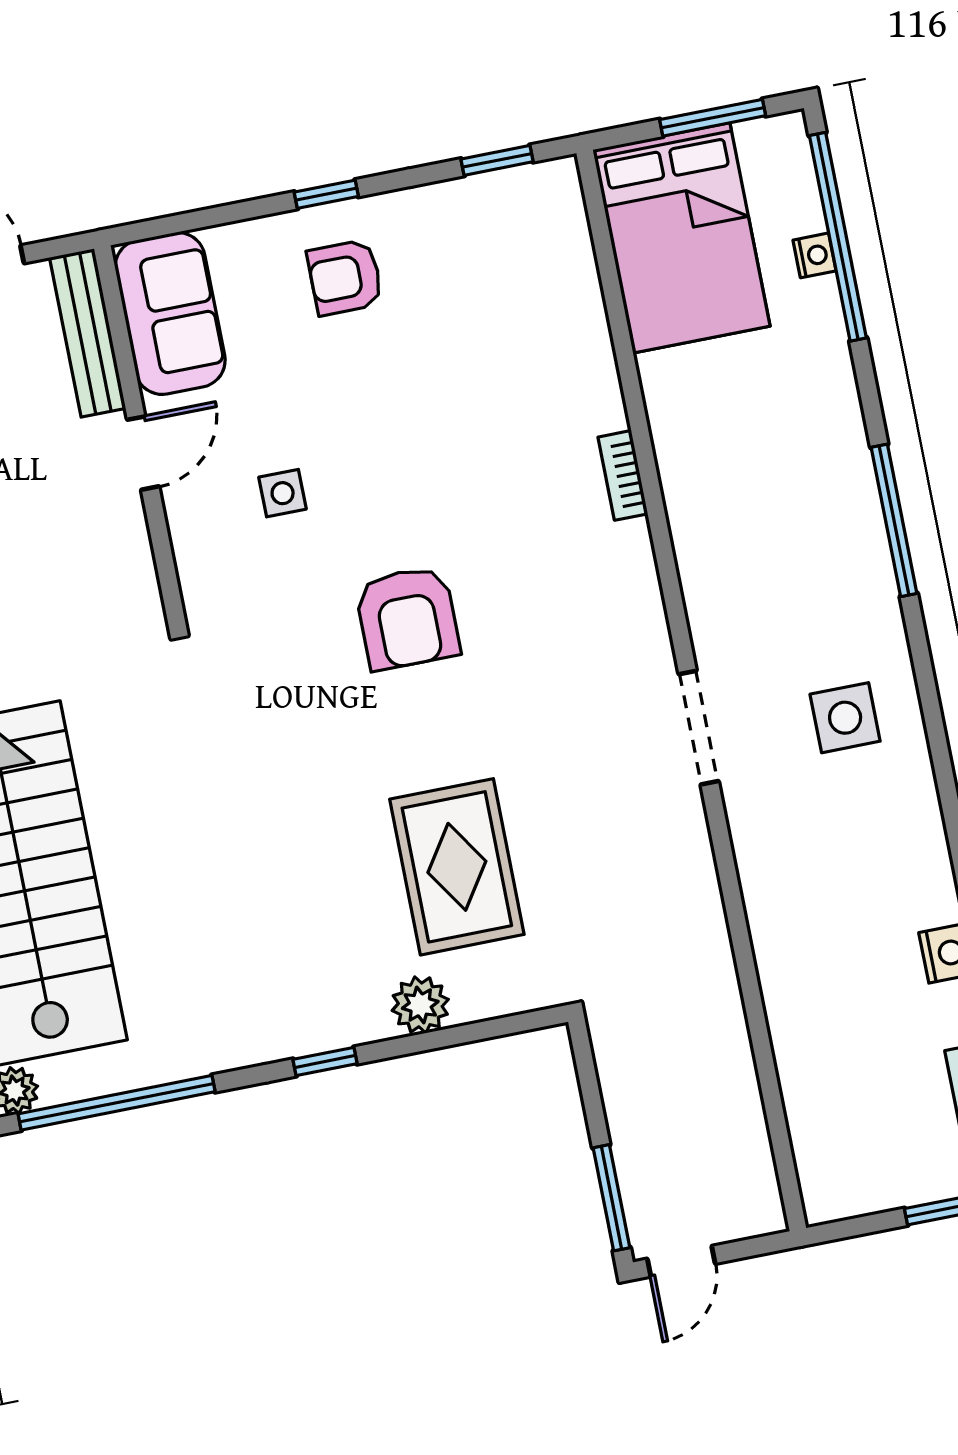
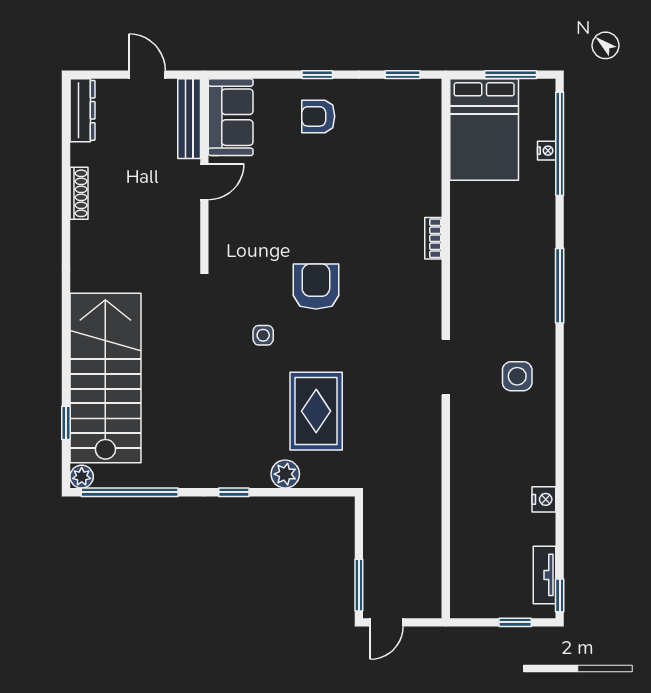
side table: (283, 493) -> (263, 335), moved
armchair: (407, 618) -> (316, 286), turned 180

